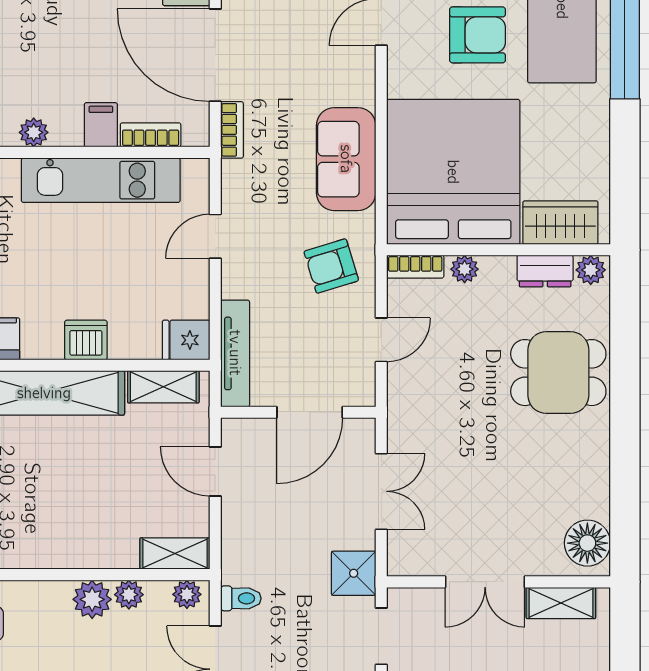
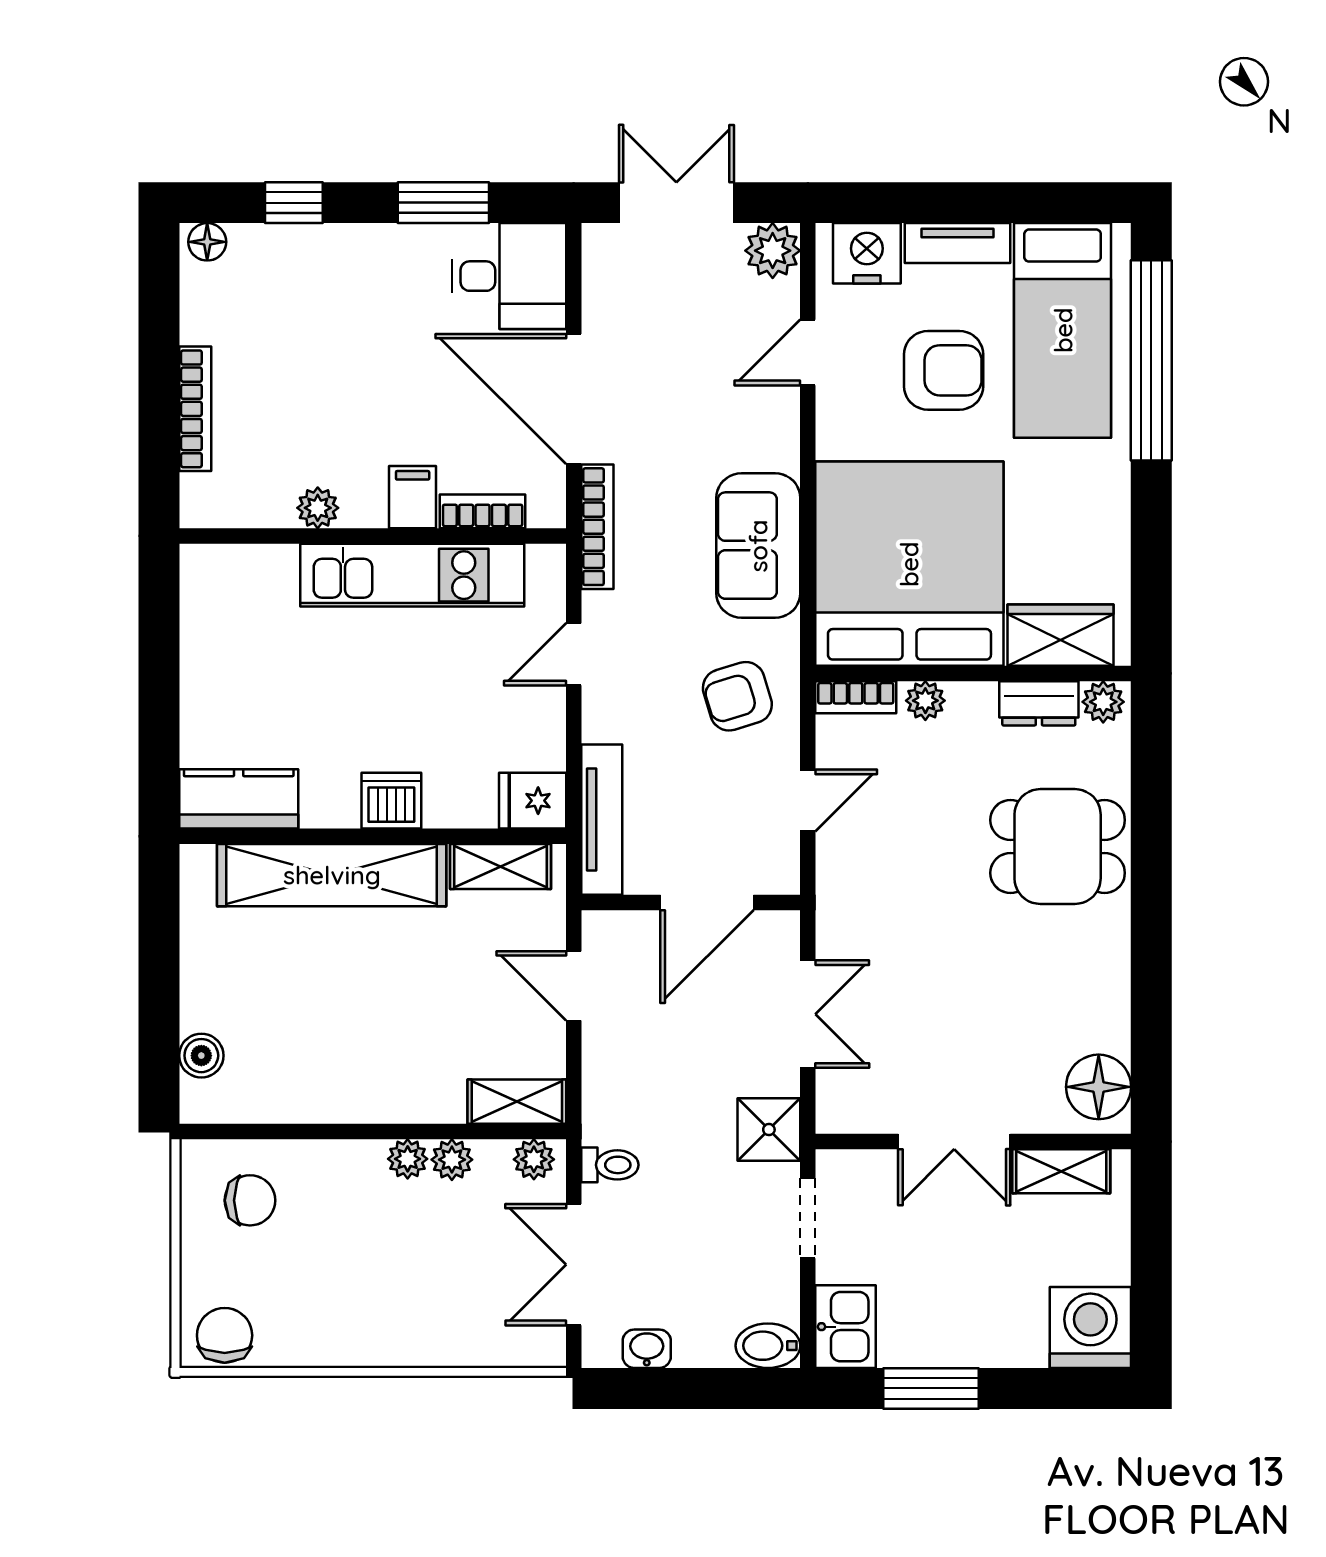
bookcase: (232, 130) -> (597, 527), width x1.56
plant: (92, 599) -> (408, 1159), width x0.73, depth x0.73

